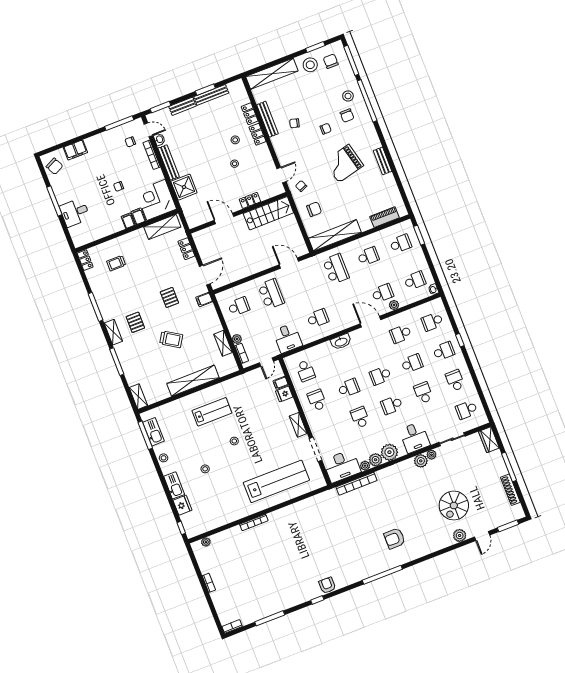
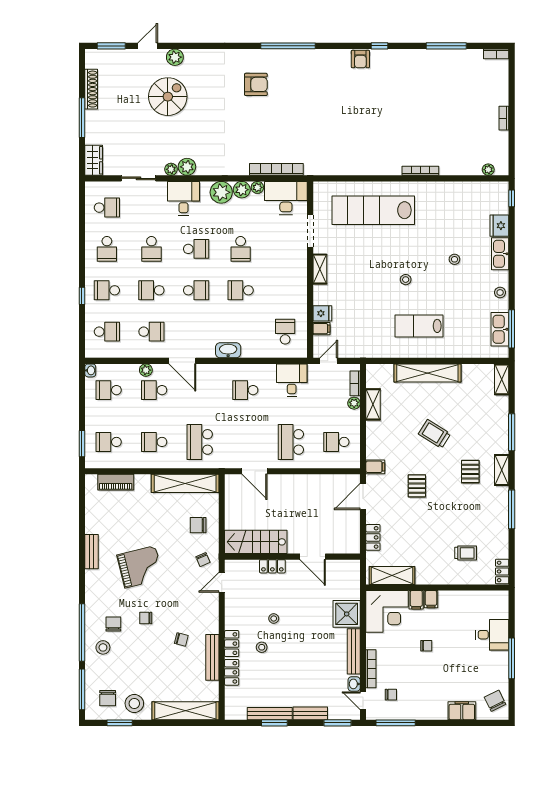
school desk: (317, 400) -> (285, 290), removed

